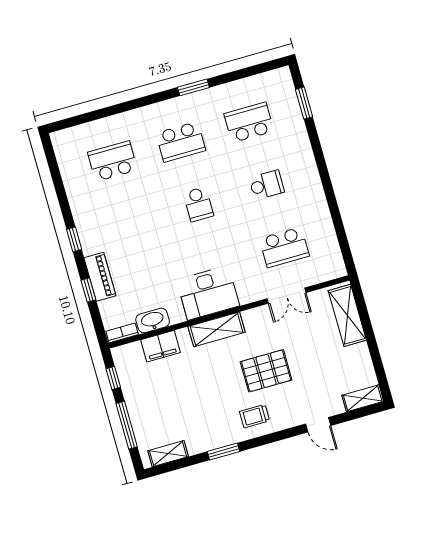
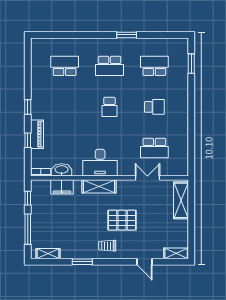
double door: (287, 296) -> (147, 178), swing flipped

